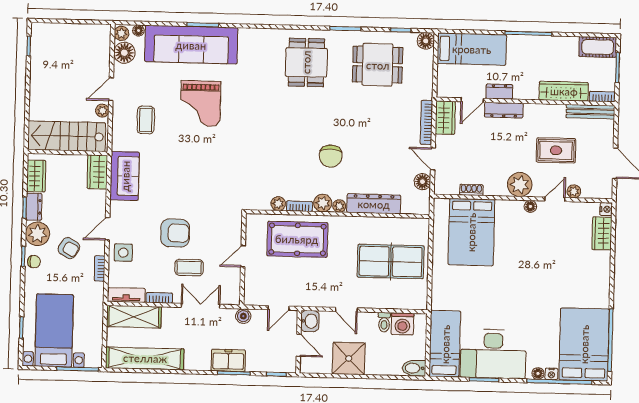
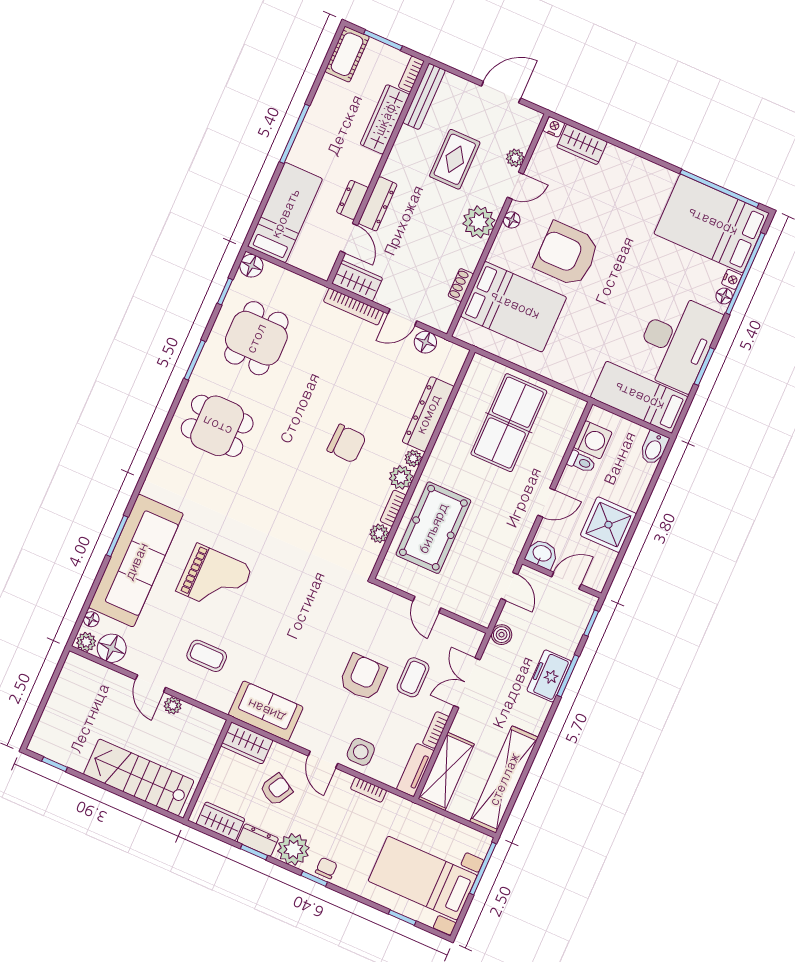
stairs: (67, 136) -> (139, 777), moved, turned 90
door: (555, 199) -> (515, 186), swing flipped
armchair: (69, 248) -> (276, 790), moved
armchair: (522, 254) -> (567, 254), added

